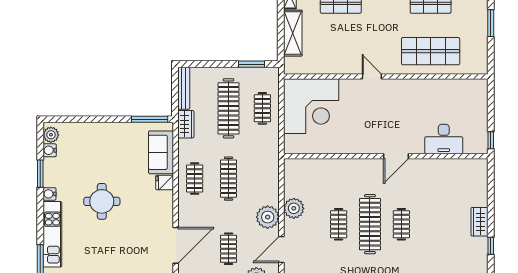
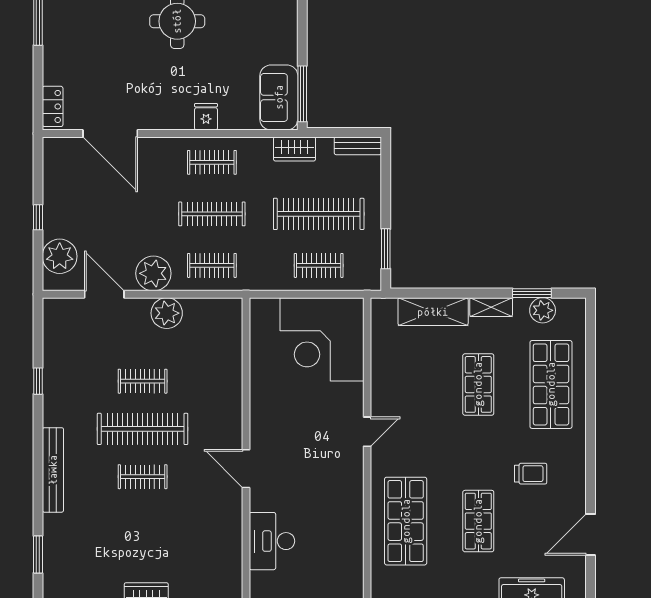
bench: (184, 88) -> (358, 146), width x0.73
sofa: (161, 152) -> (279, 97), moved, turned -90
clothes rail: (229, 249) -> (212, 265), moved

